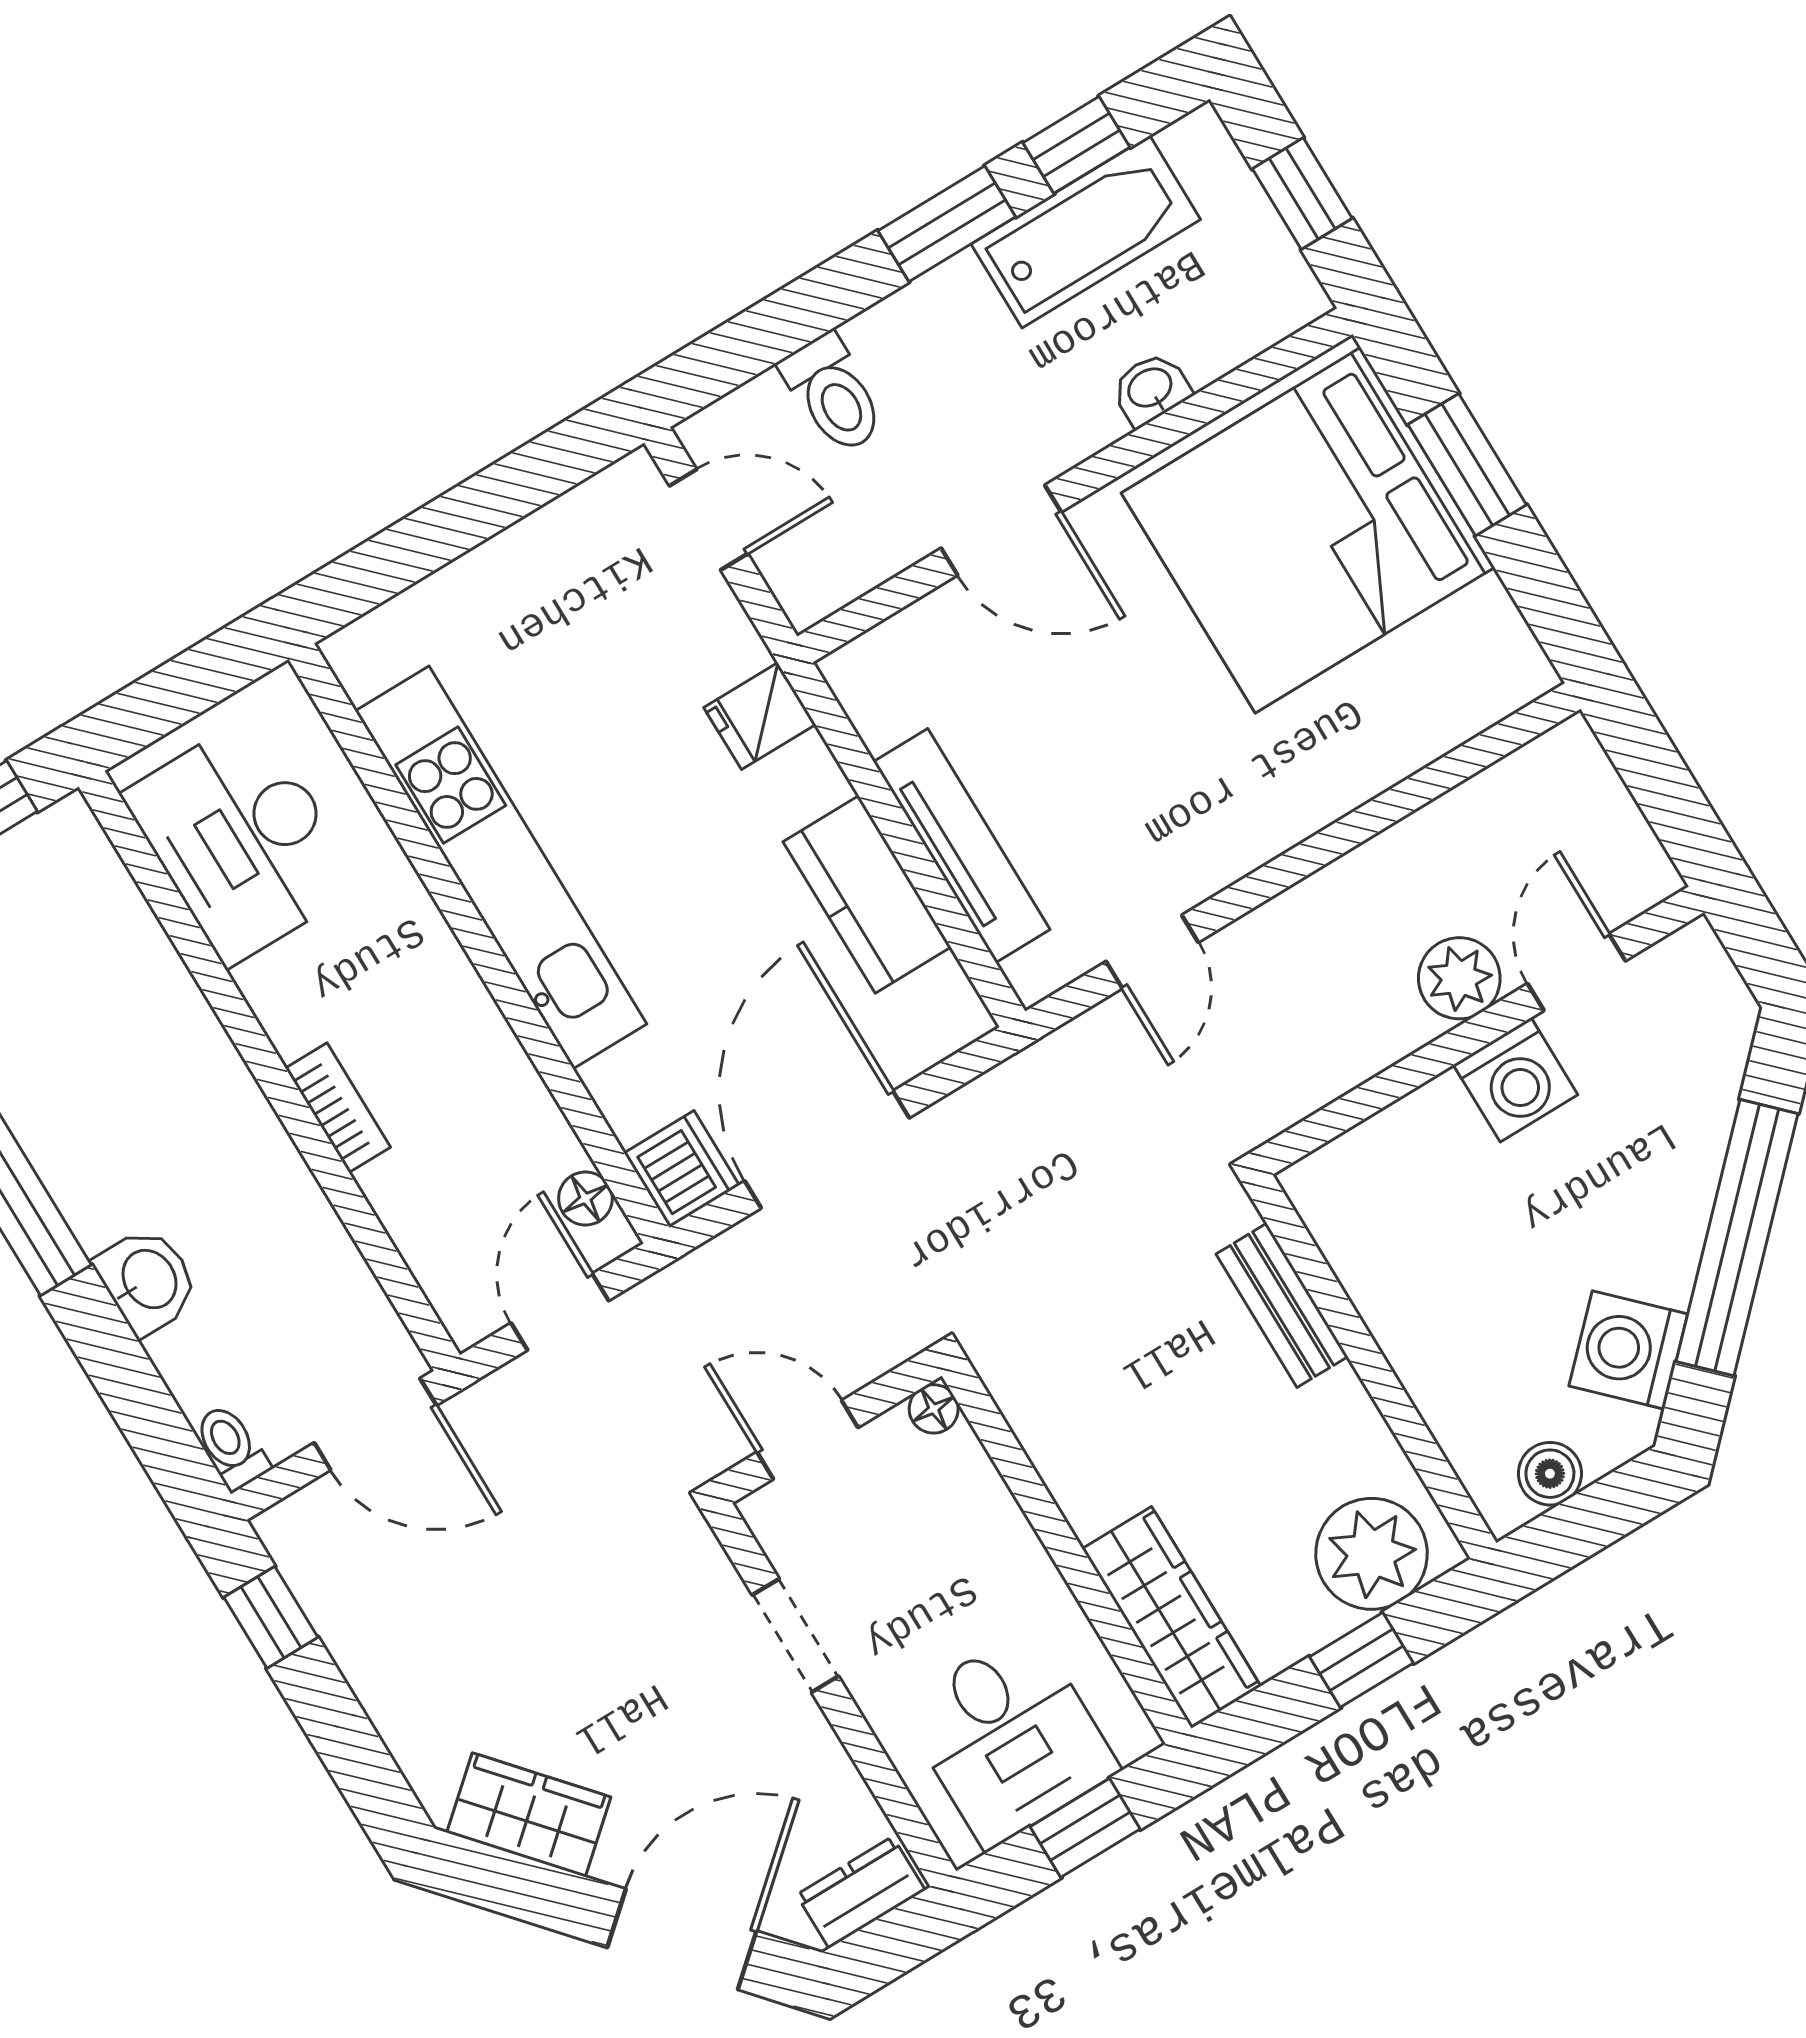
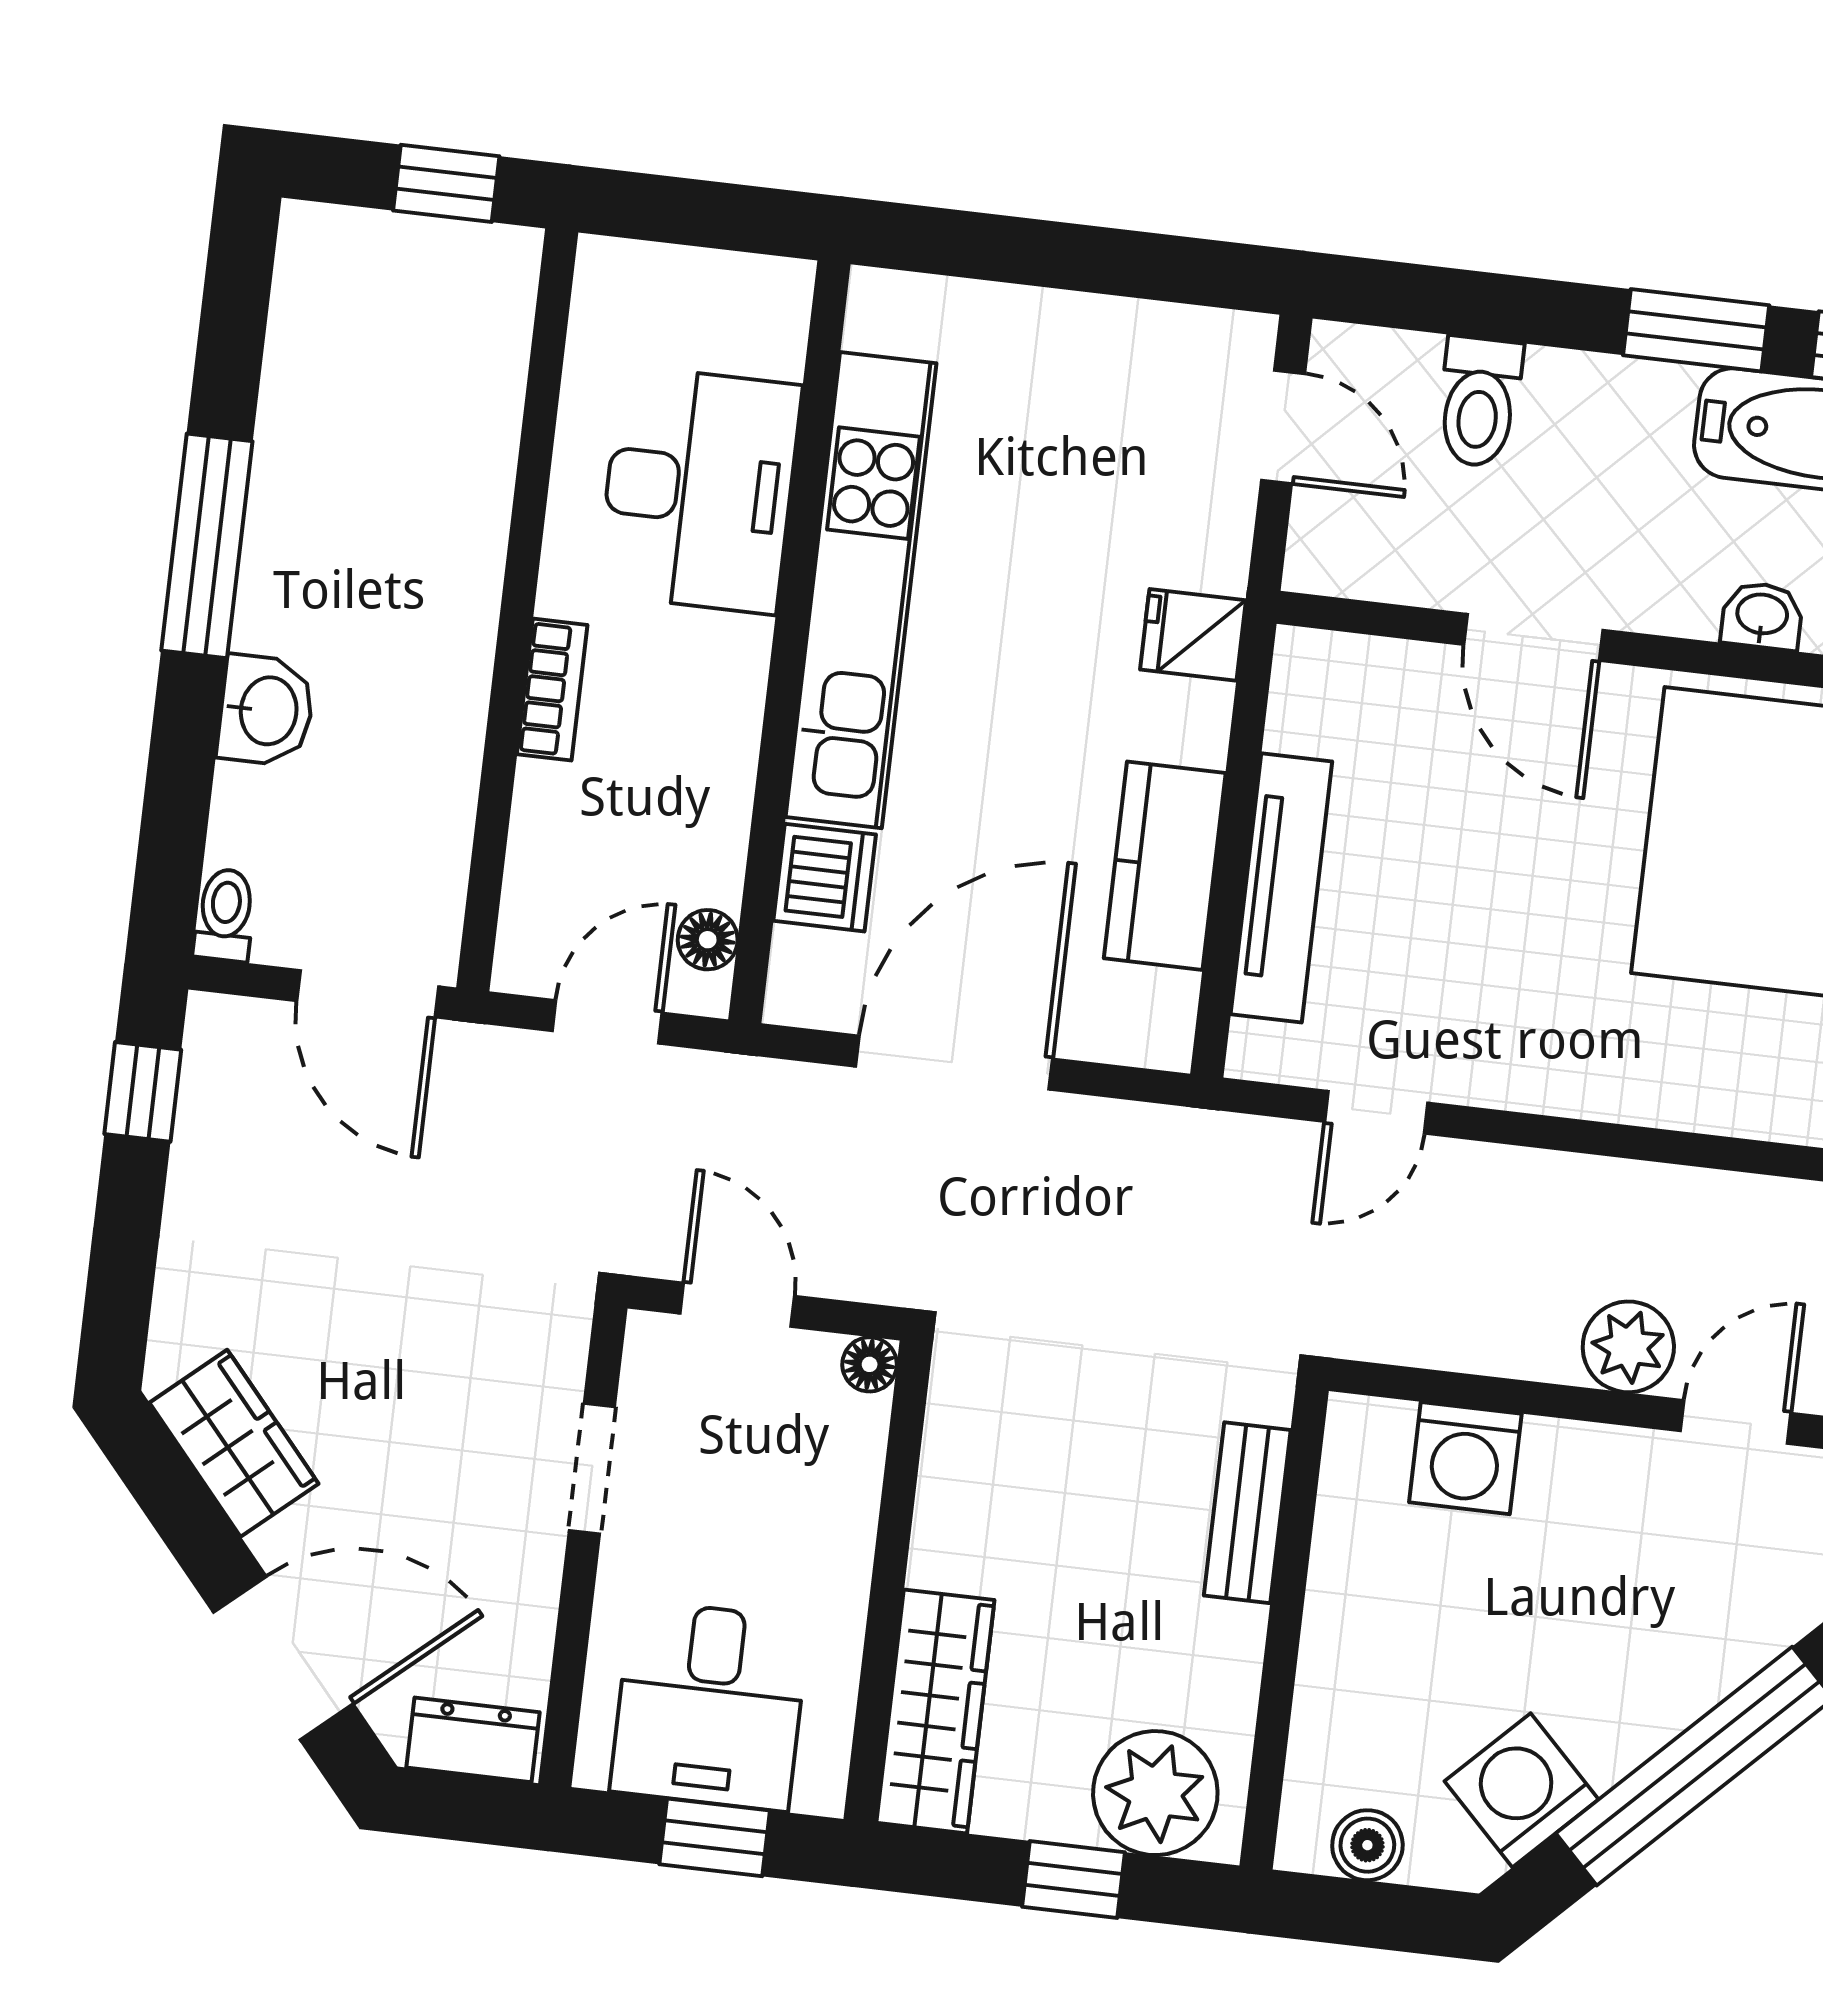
desk: (242, 840) -> (699, 490), moved, turned 180
washing machine: (1516, 1080) -> (1465, 1458), moved
dishwasher: (682, 1169) -> (825, 878), moved

